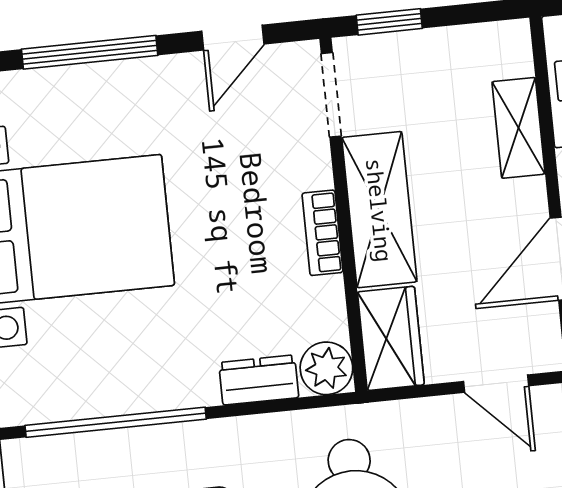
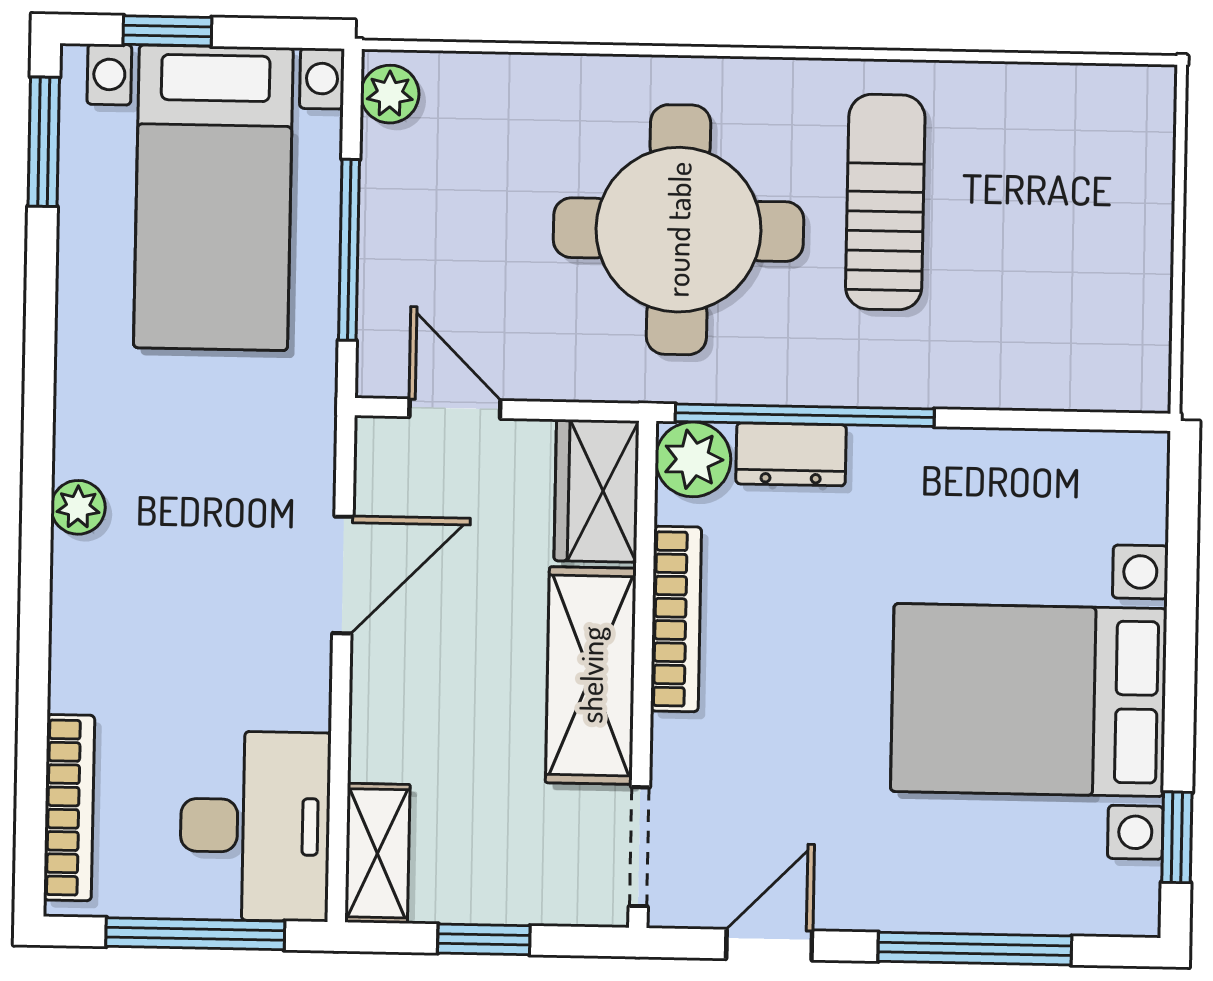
window: (389, 22) -> (484, 939), moved
shelving: (519, 128) -> (377, 853), moved
bookcase: (322, 233) -> (676, 619), width x1.56
window: (116, 422) -> (805, 415), moved

